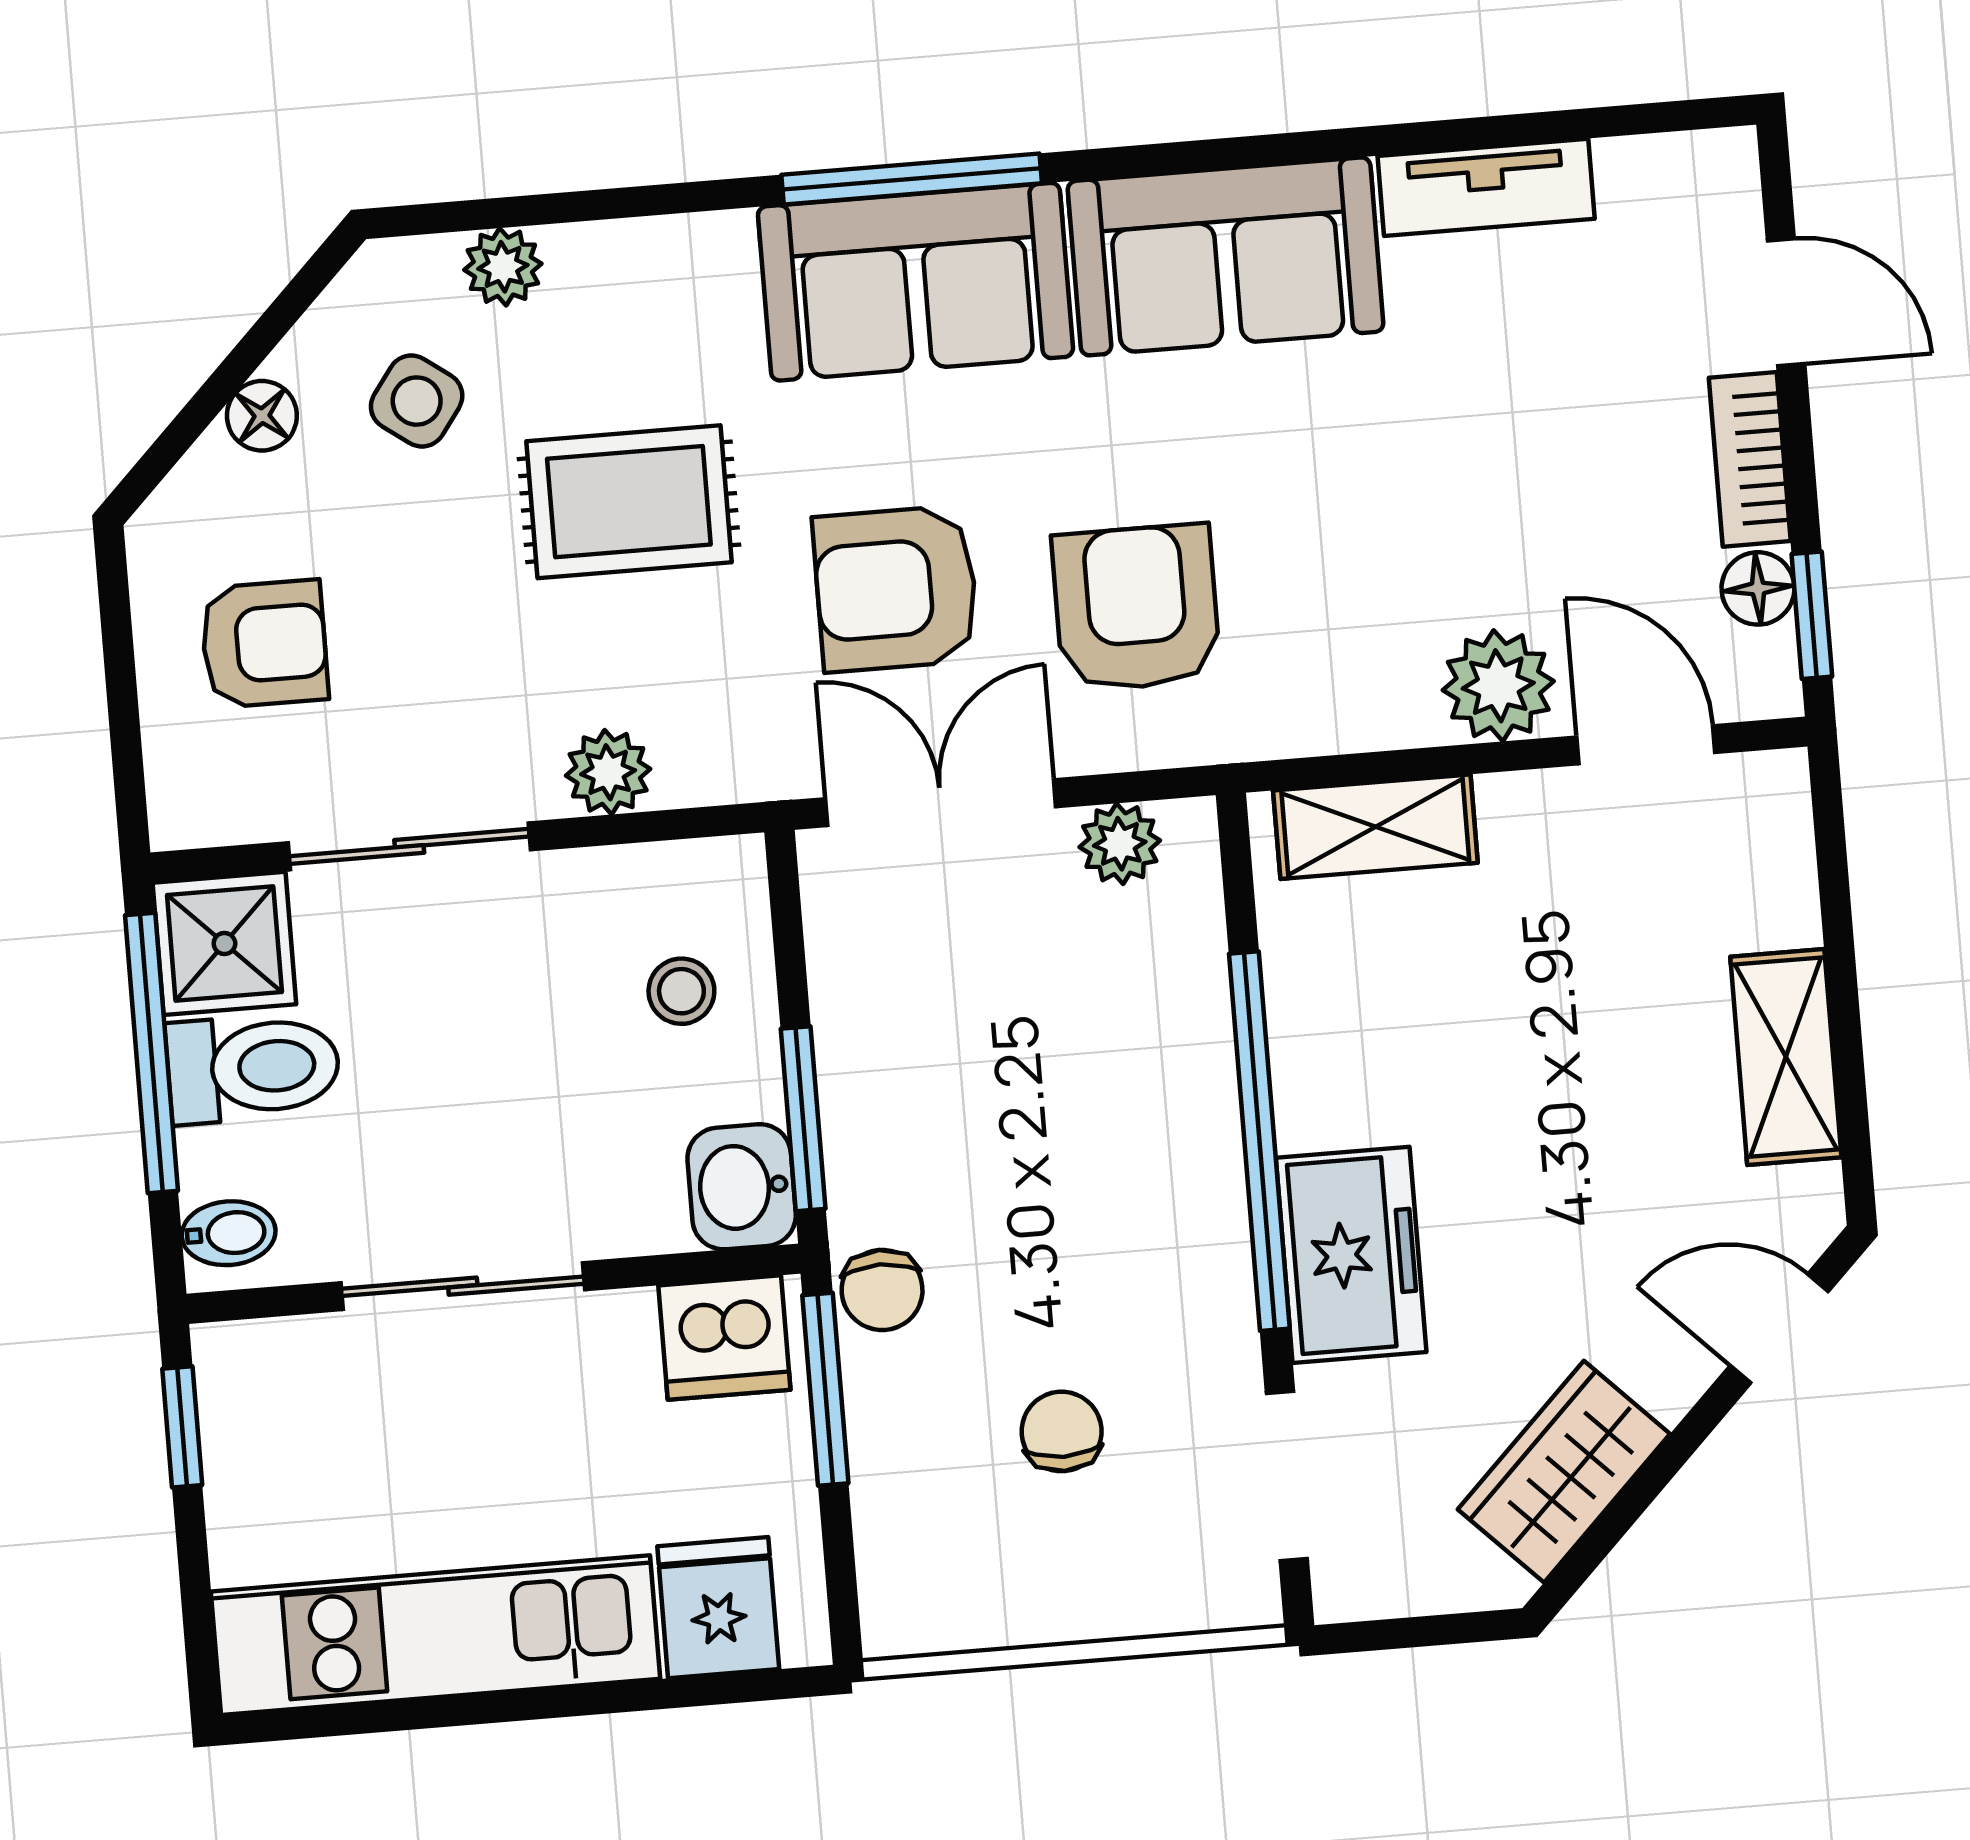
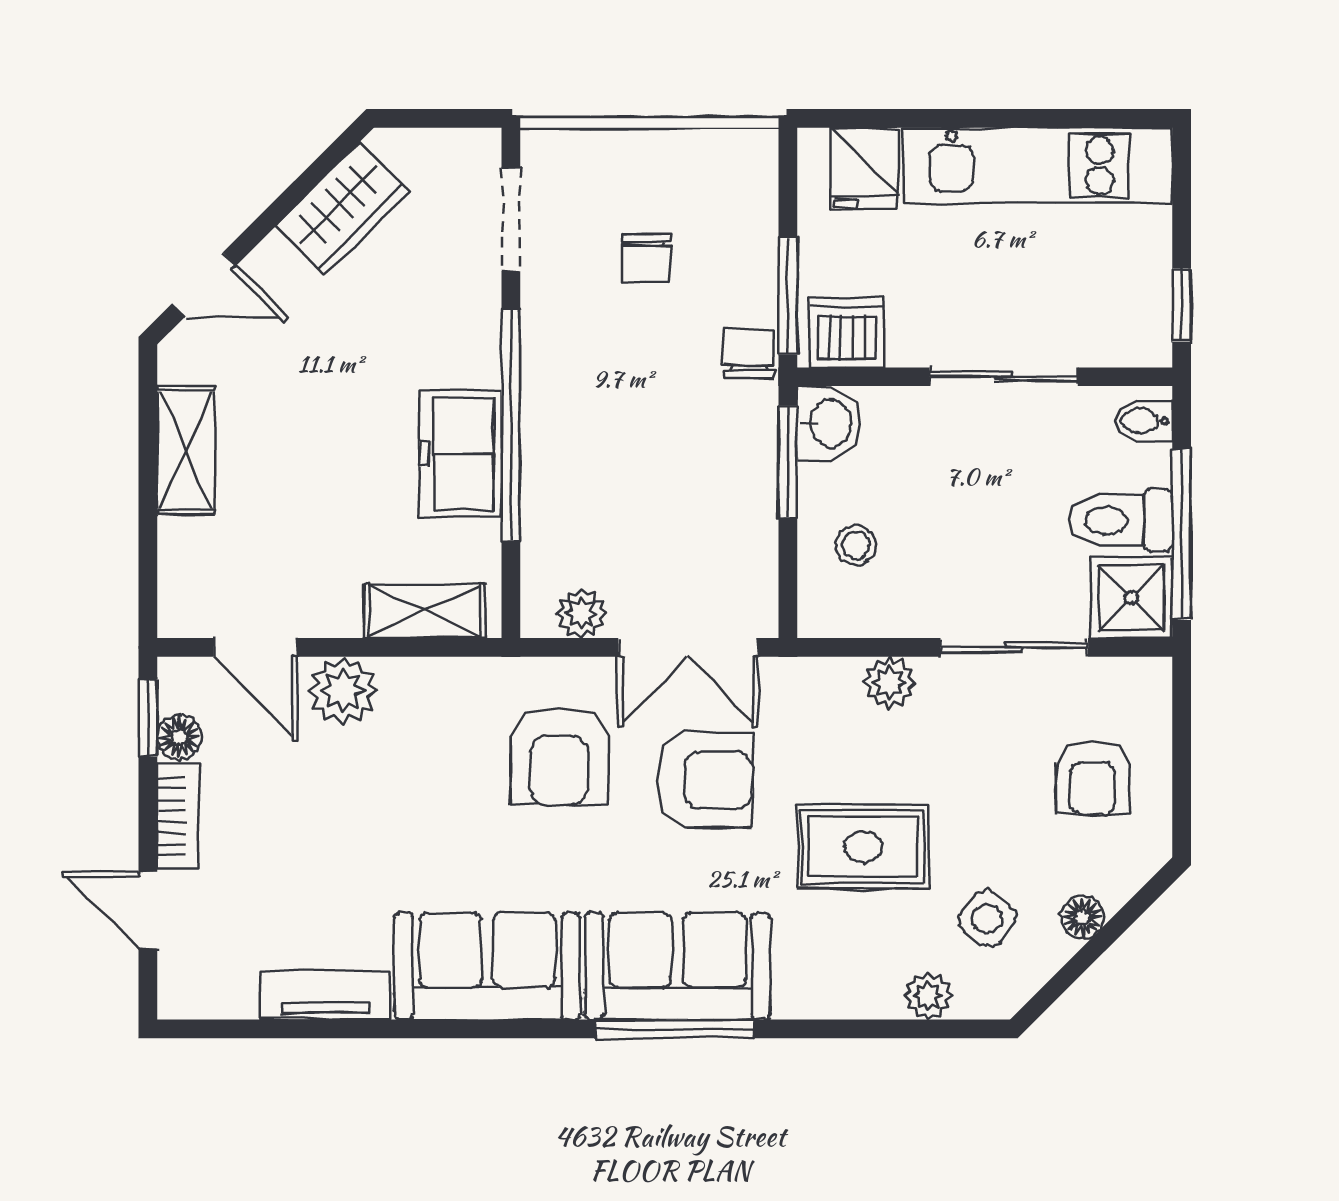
armchair: (264, 644) -> (1092, 778), turned -90
freezer: (1351, 1255) -> (461, 454), moved

